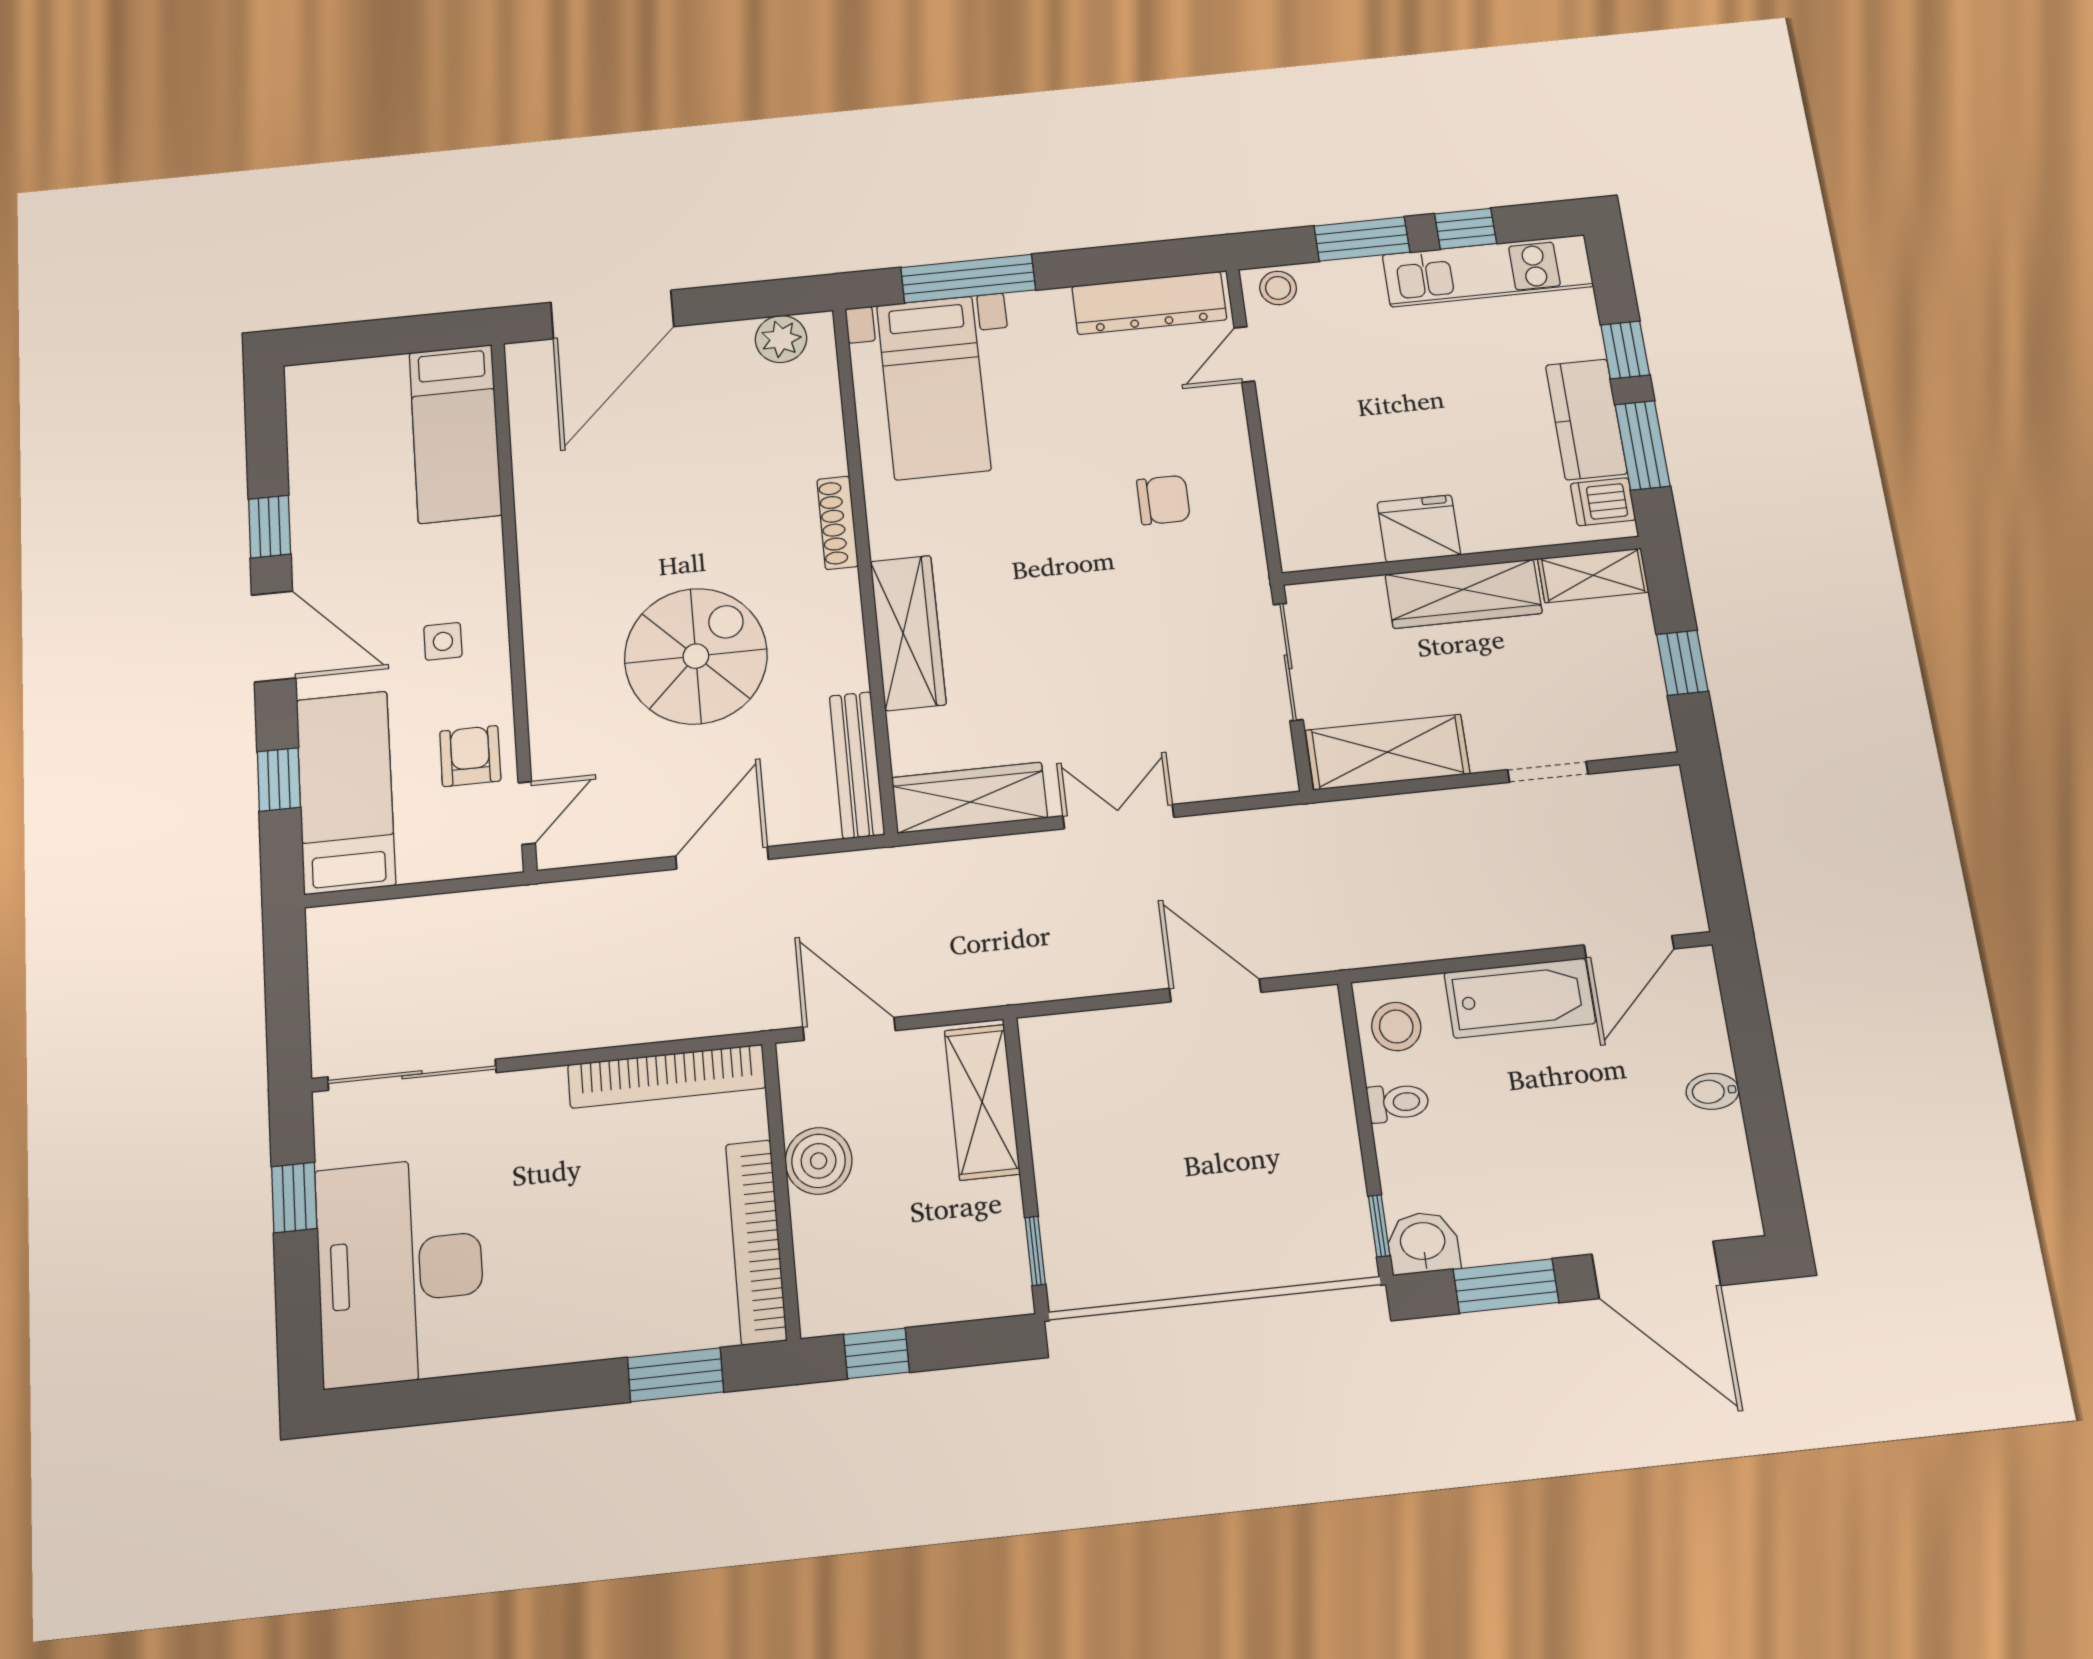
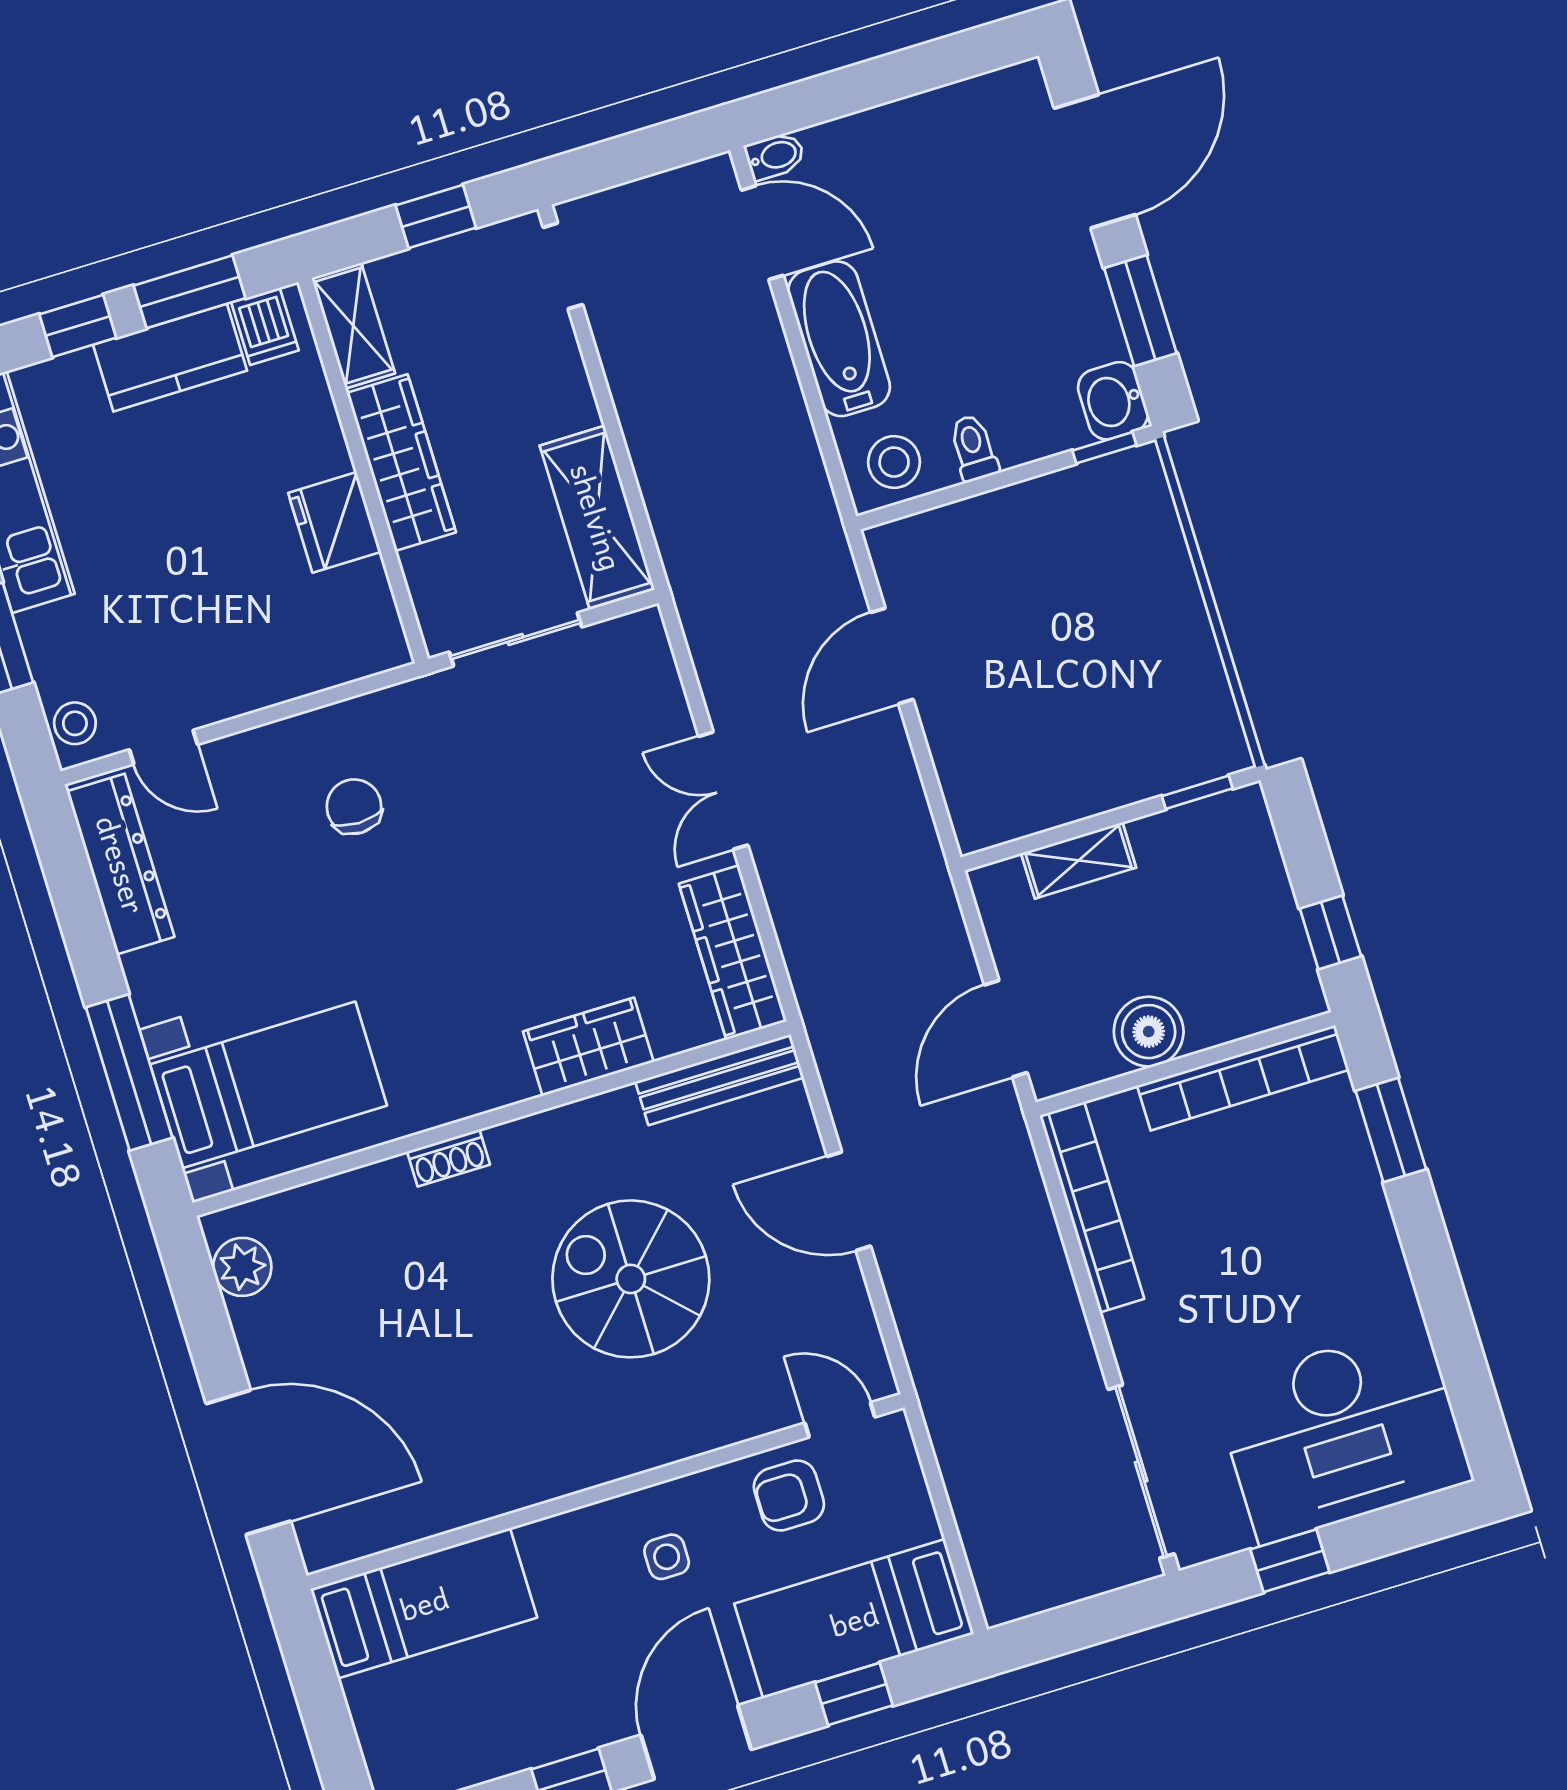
shoe rack: (838, 523) -> (449, 1158), width x0.70
wardrobe: (908, 633) -> (588, 1047), width x0.67
doorway: (1548, 772) -> (563, 266), moved
bidet: (1713, 1091) -> (775, 156), moved, turned -90
shelving: (982, 1102) -> (1079, 860), width x0.67, depth x0.75

